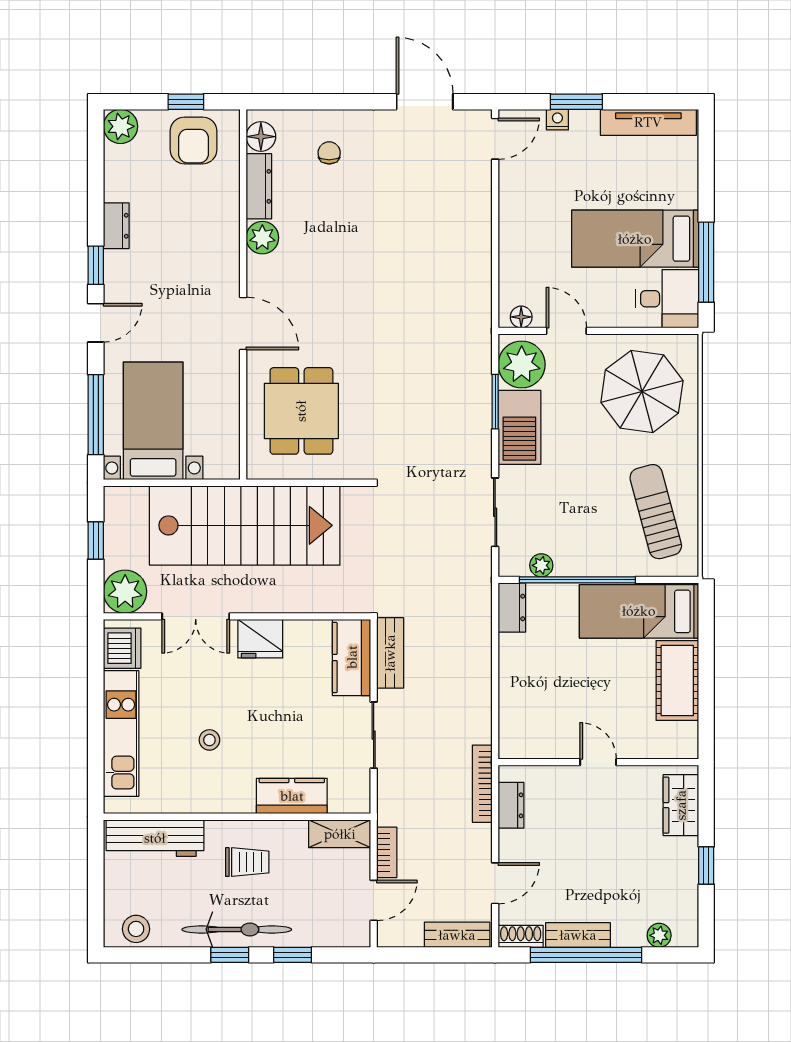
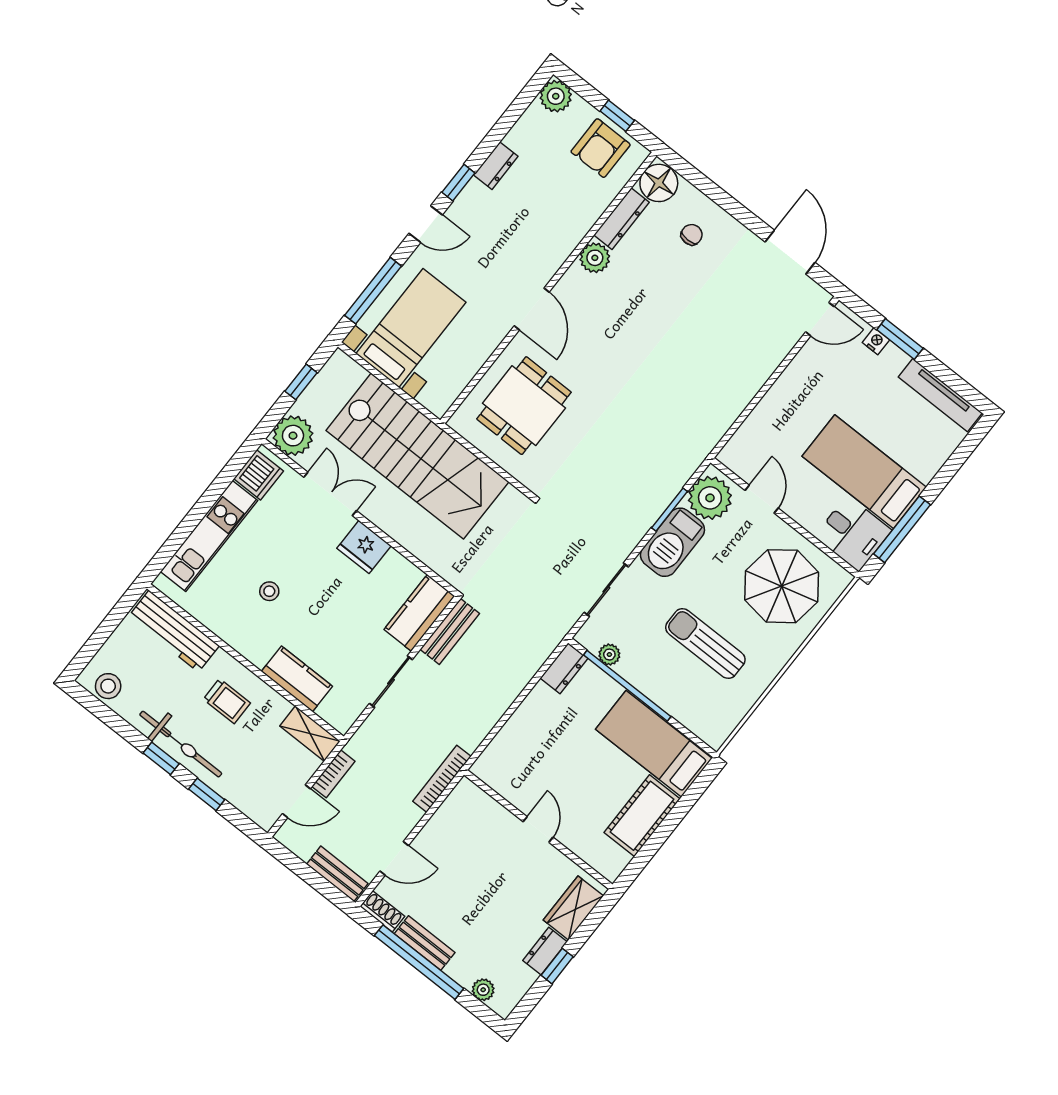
floor lamp: (261, 137) -> (659, 183), width x1.38, depth x1.38
floor lamp: (521, 317) -> (737, 463), removed
sun lounger: (656, 512) -> (705, 644), moved, turned -75
double door: (196, 616) -> (330, 494), swing flipped
dresser: (511, 805) -> (545, 951), moved, turned 180

